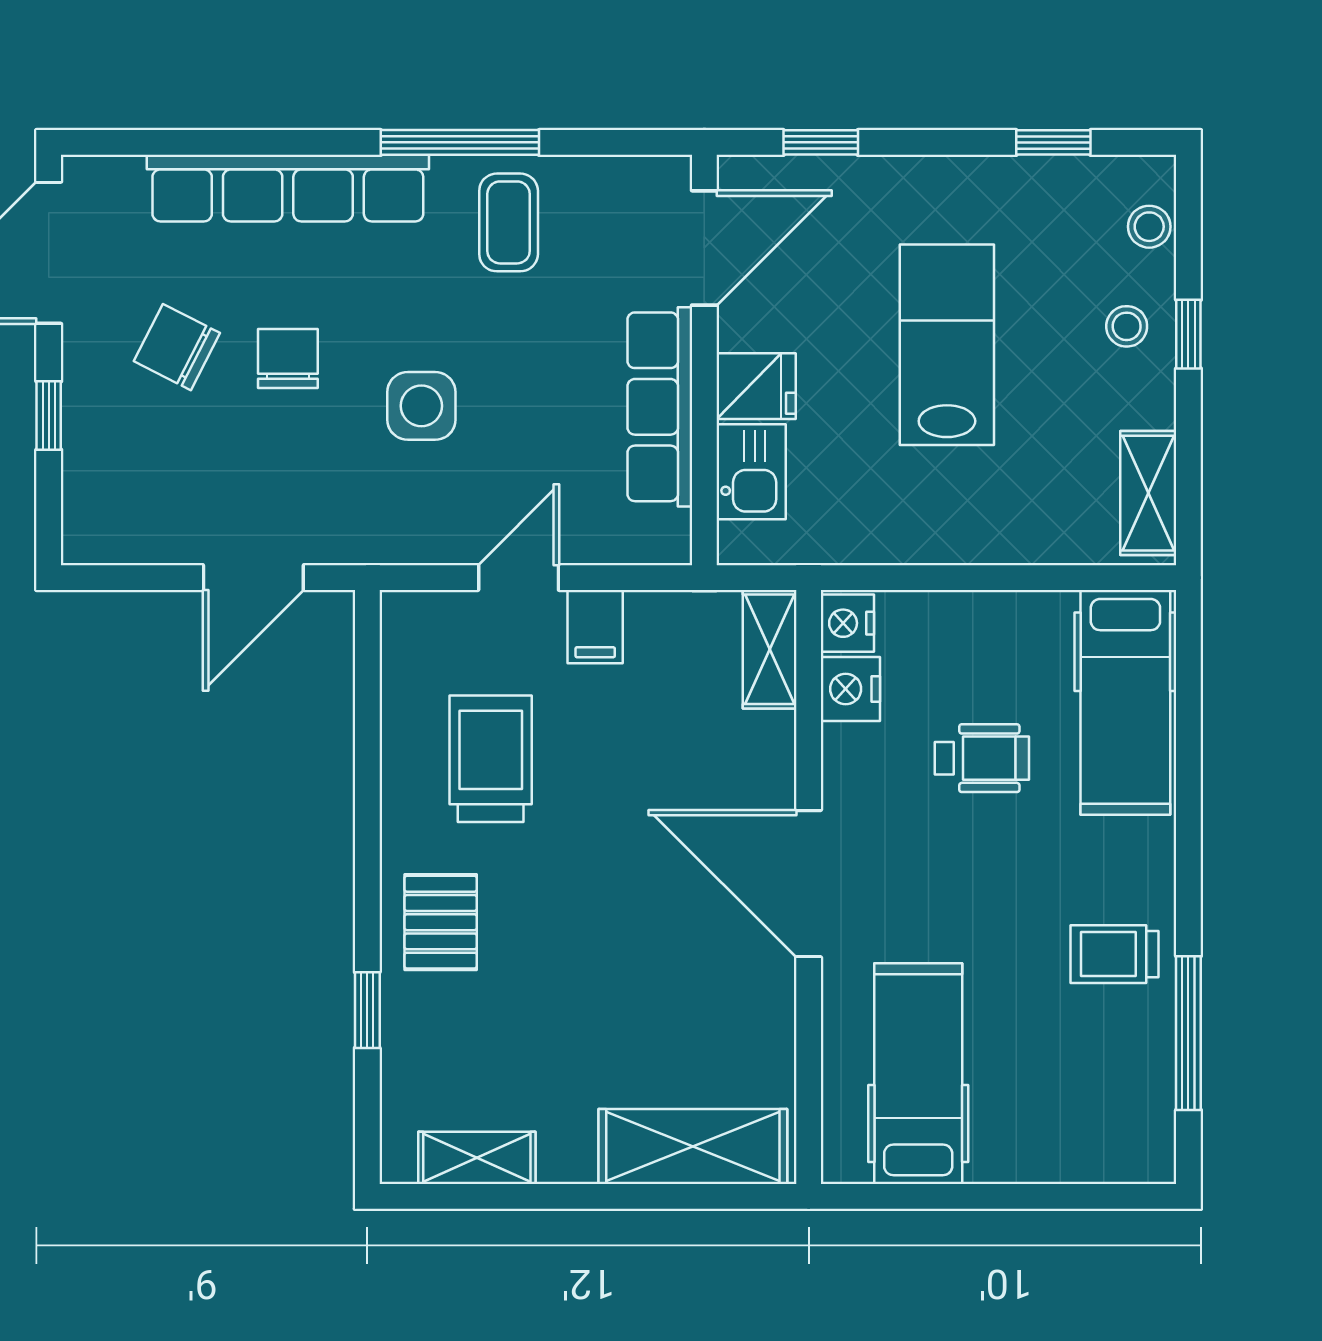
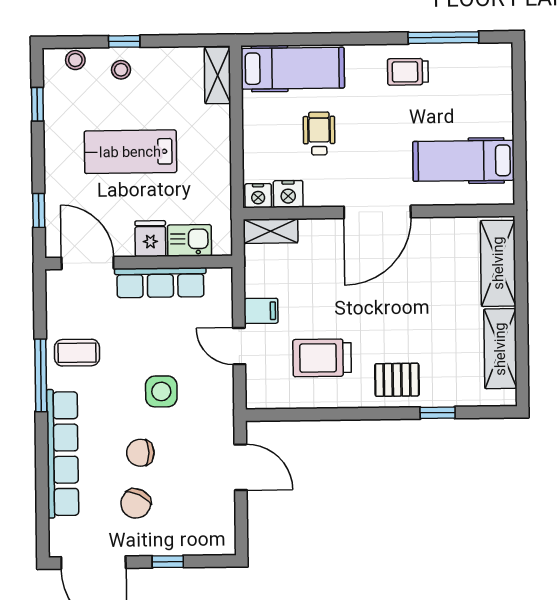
shelving: (1148, 493) -> (217, 75), moved, turned 90
trolley: (1114, 954) -> (408, 72), turned 90
shelving: (477, 1158) -> (500, 349), width x1.50, depth x1.33

